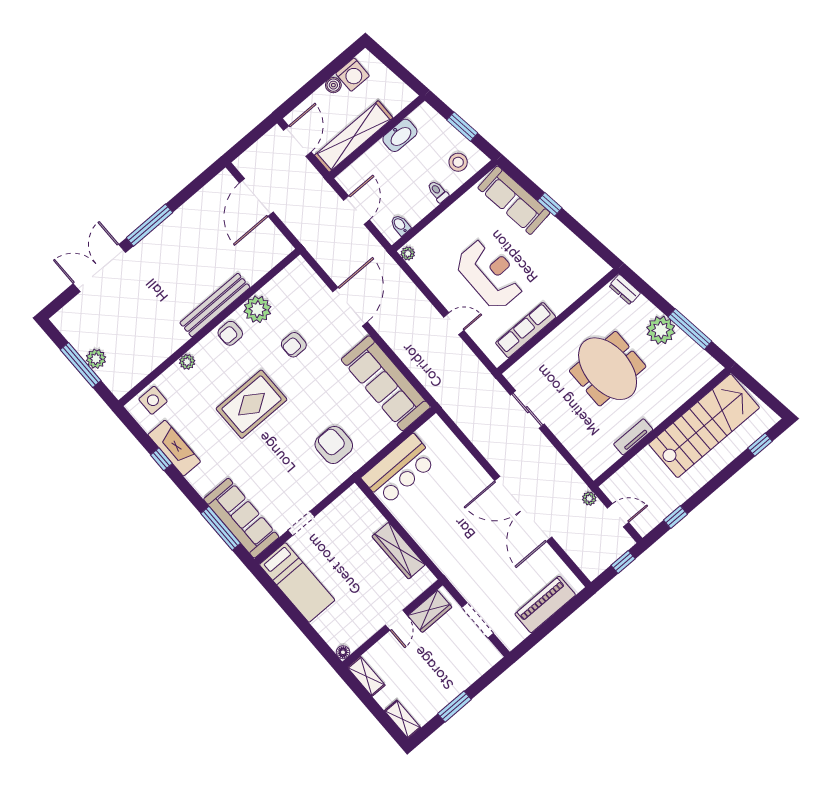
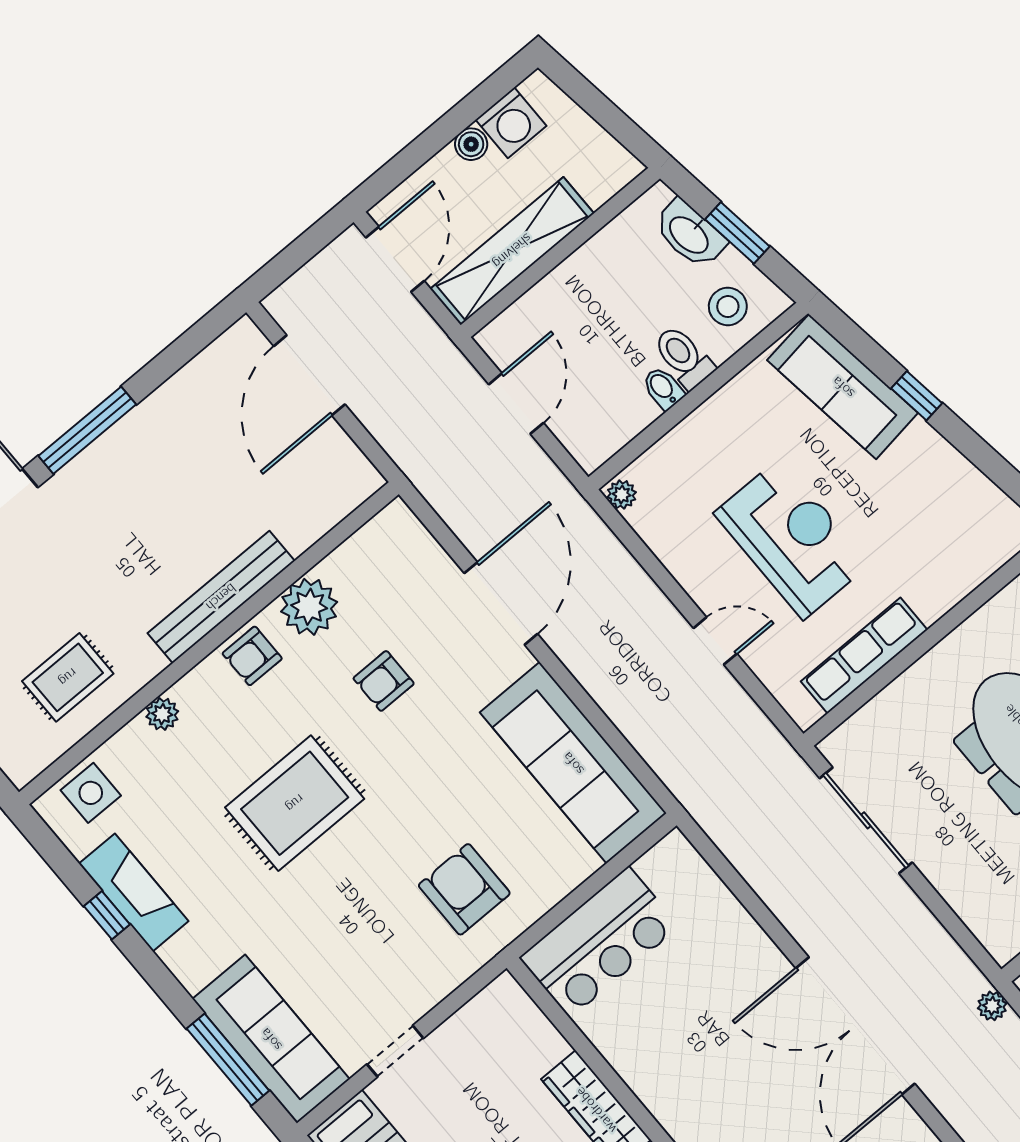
washbasin: (400, 135) -> (690, 234), moved, turned 82
toilet: (438, 192) -> (684, 357), width x1.37, depth x1.39
bidet: (400, 225) -> (663, 388), moved
rug: (141, 345) -> (68, 677), added
sliding door: (527, 410) -> (866, 820), width x1.37

